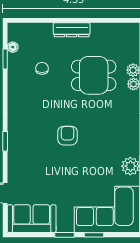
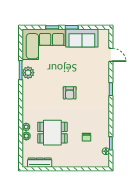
dresser: (72, 30) -> (40, 163), moved
sofa: (32, 219) -> (82, 38), moved

